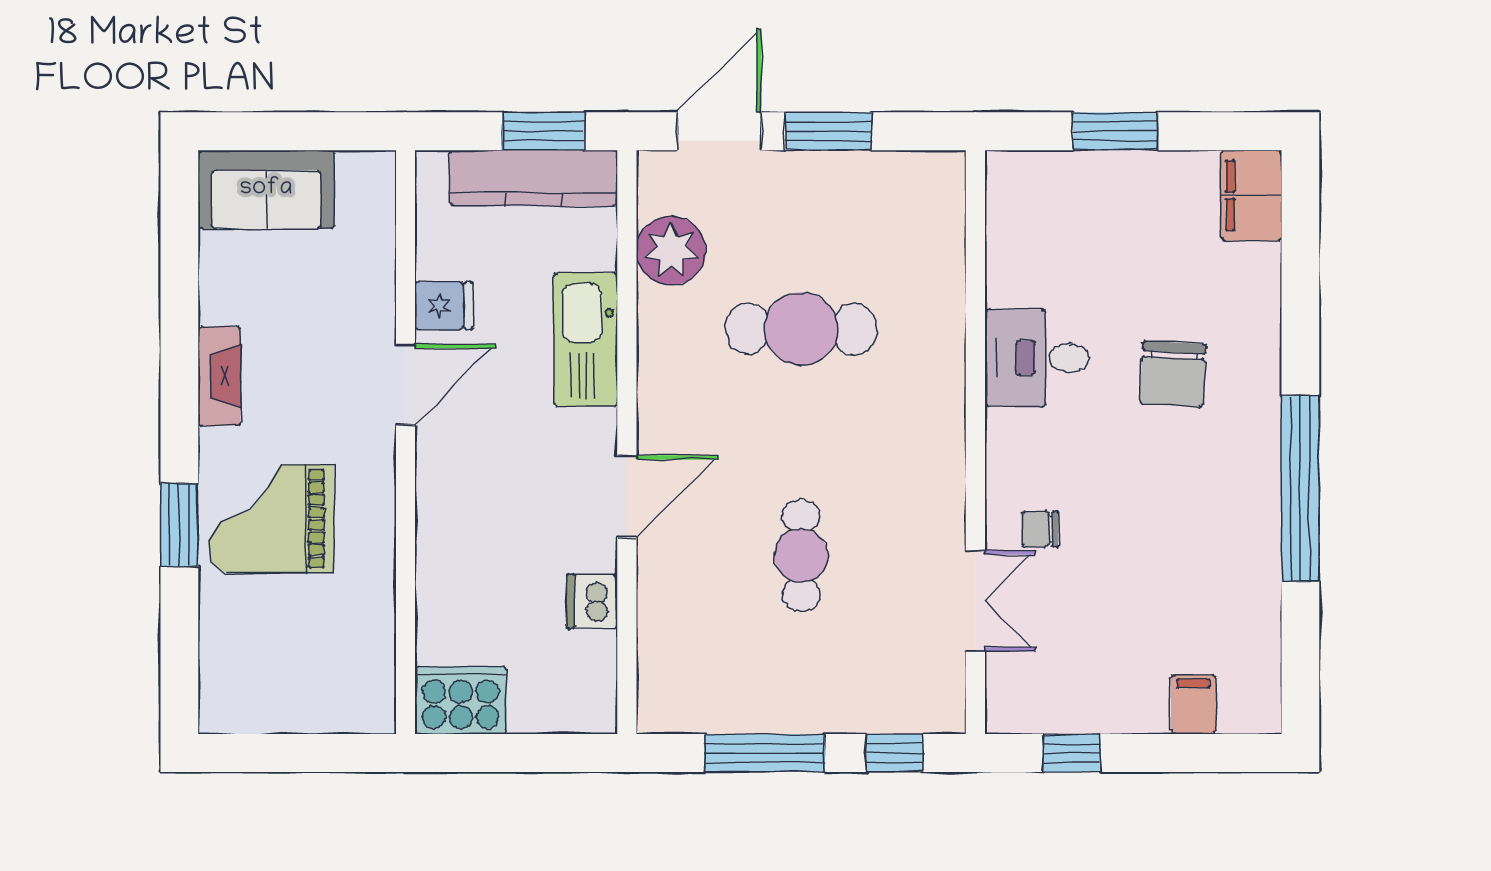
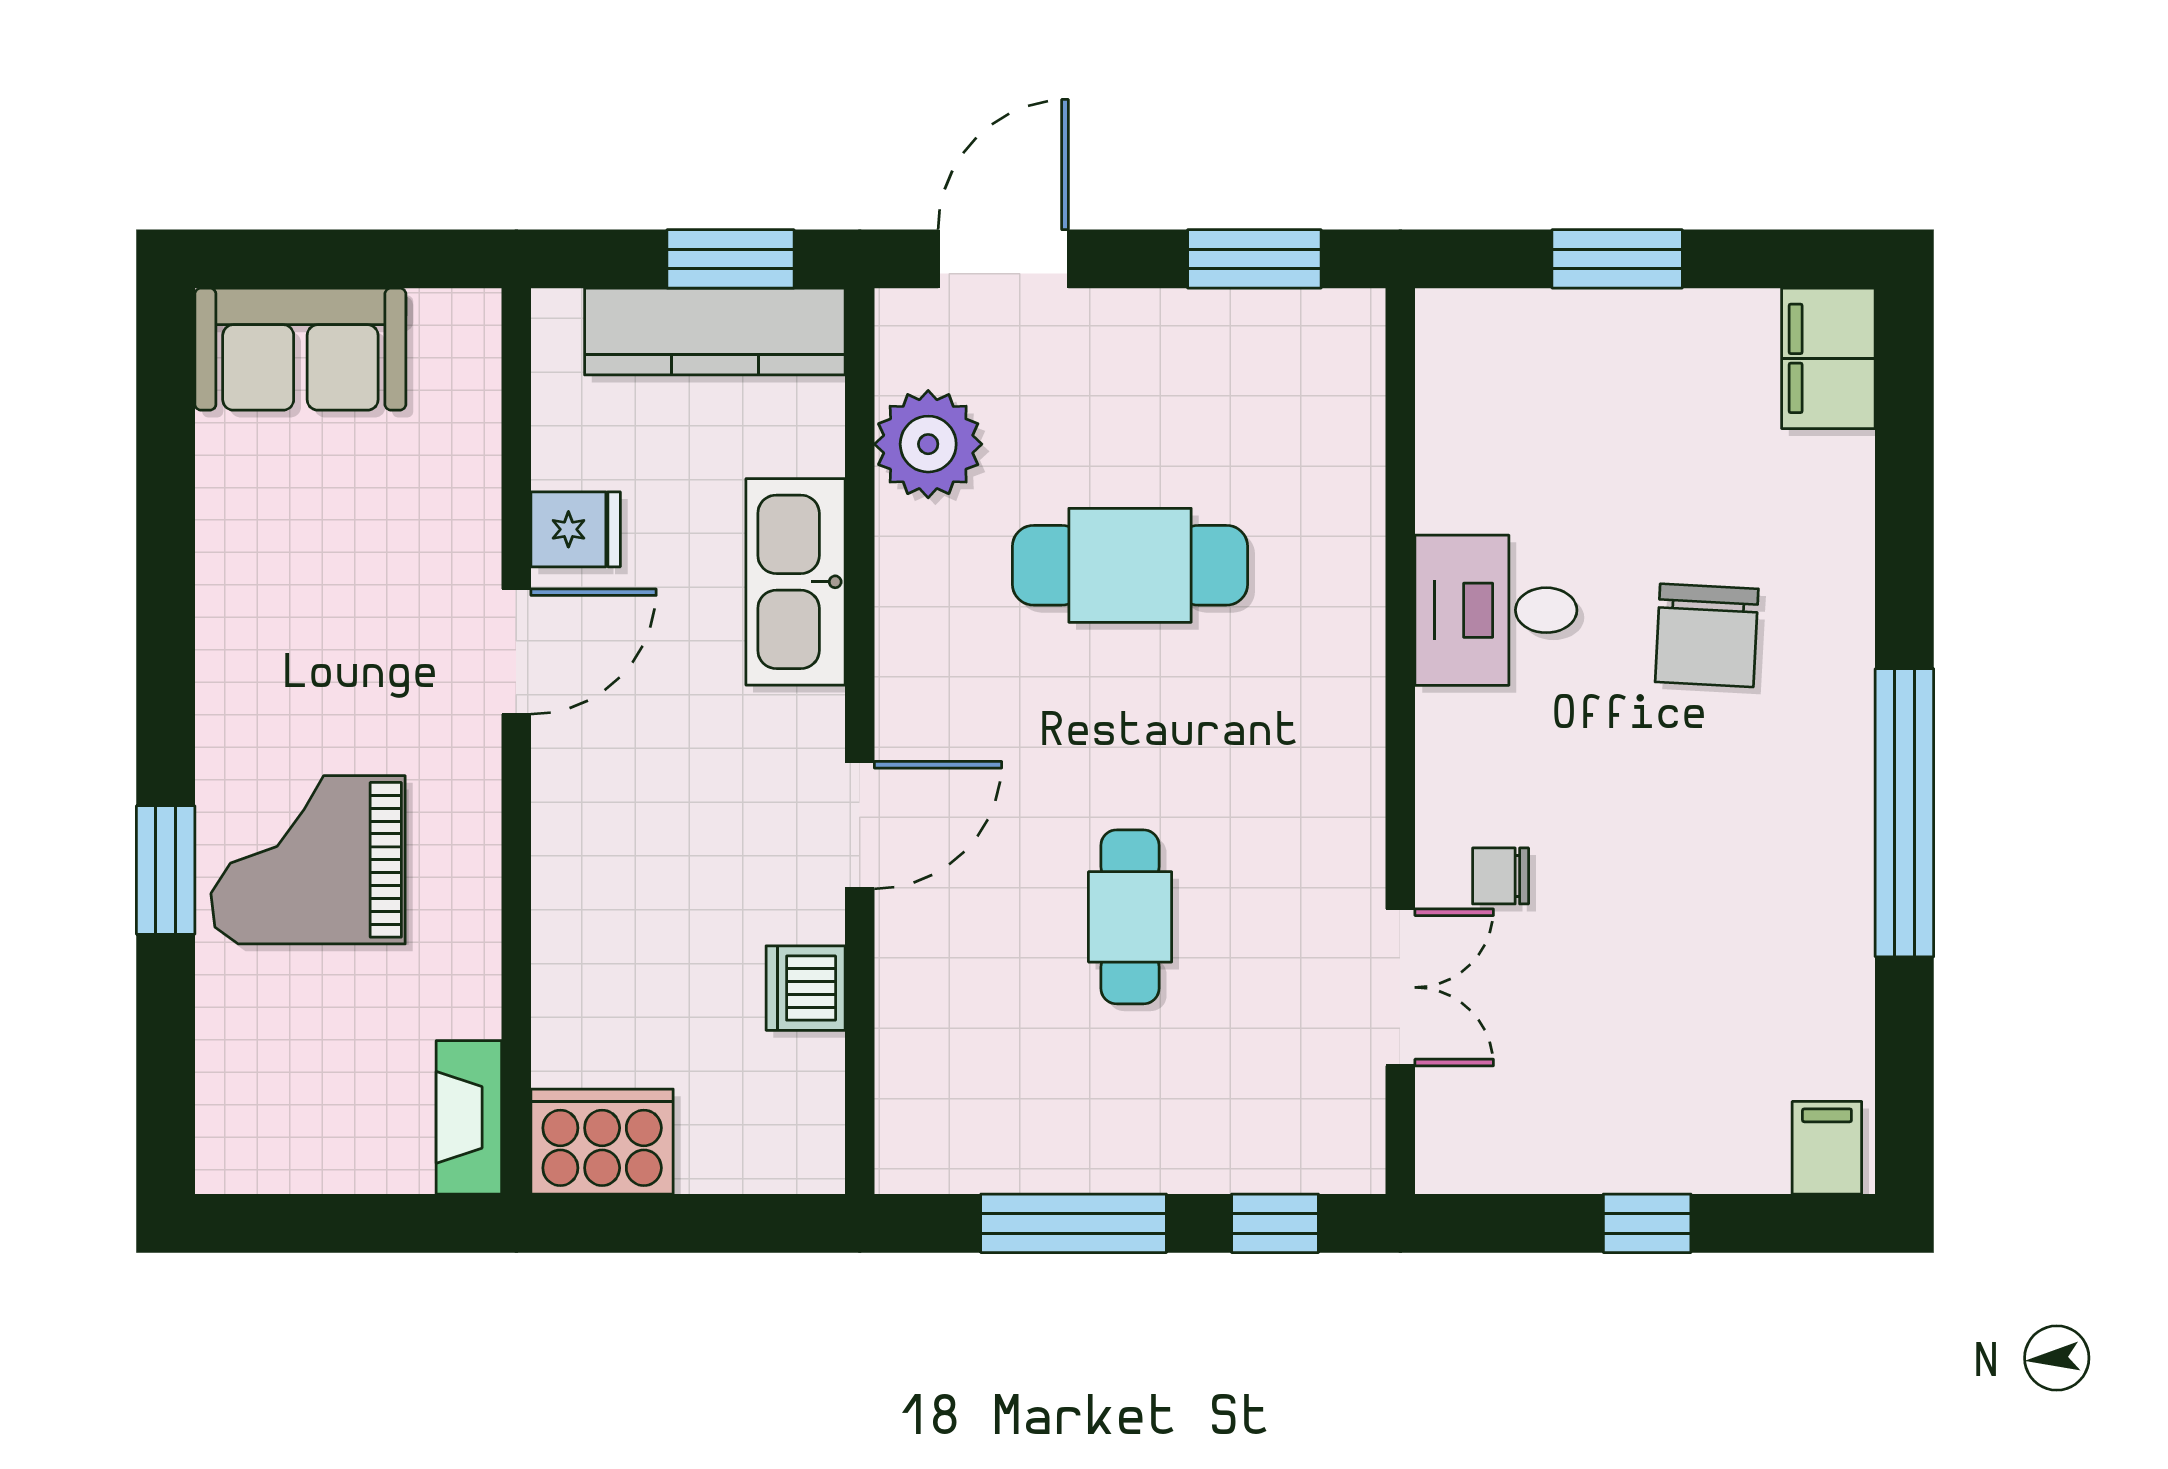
window: (828, 131) -> (1254, 259), moved
fireplace: (219, 376) -> (469, 1117), moved, turned 180
filing cabinet: (1193, 704) -> (1827, 1148), moved
window: (1072, 753) -> (1647, 1223), moved

